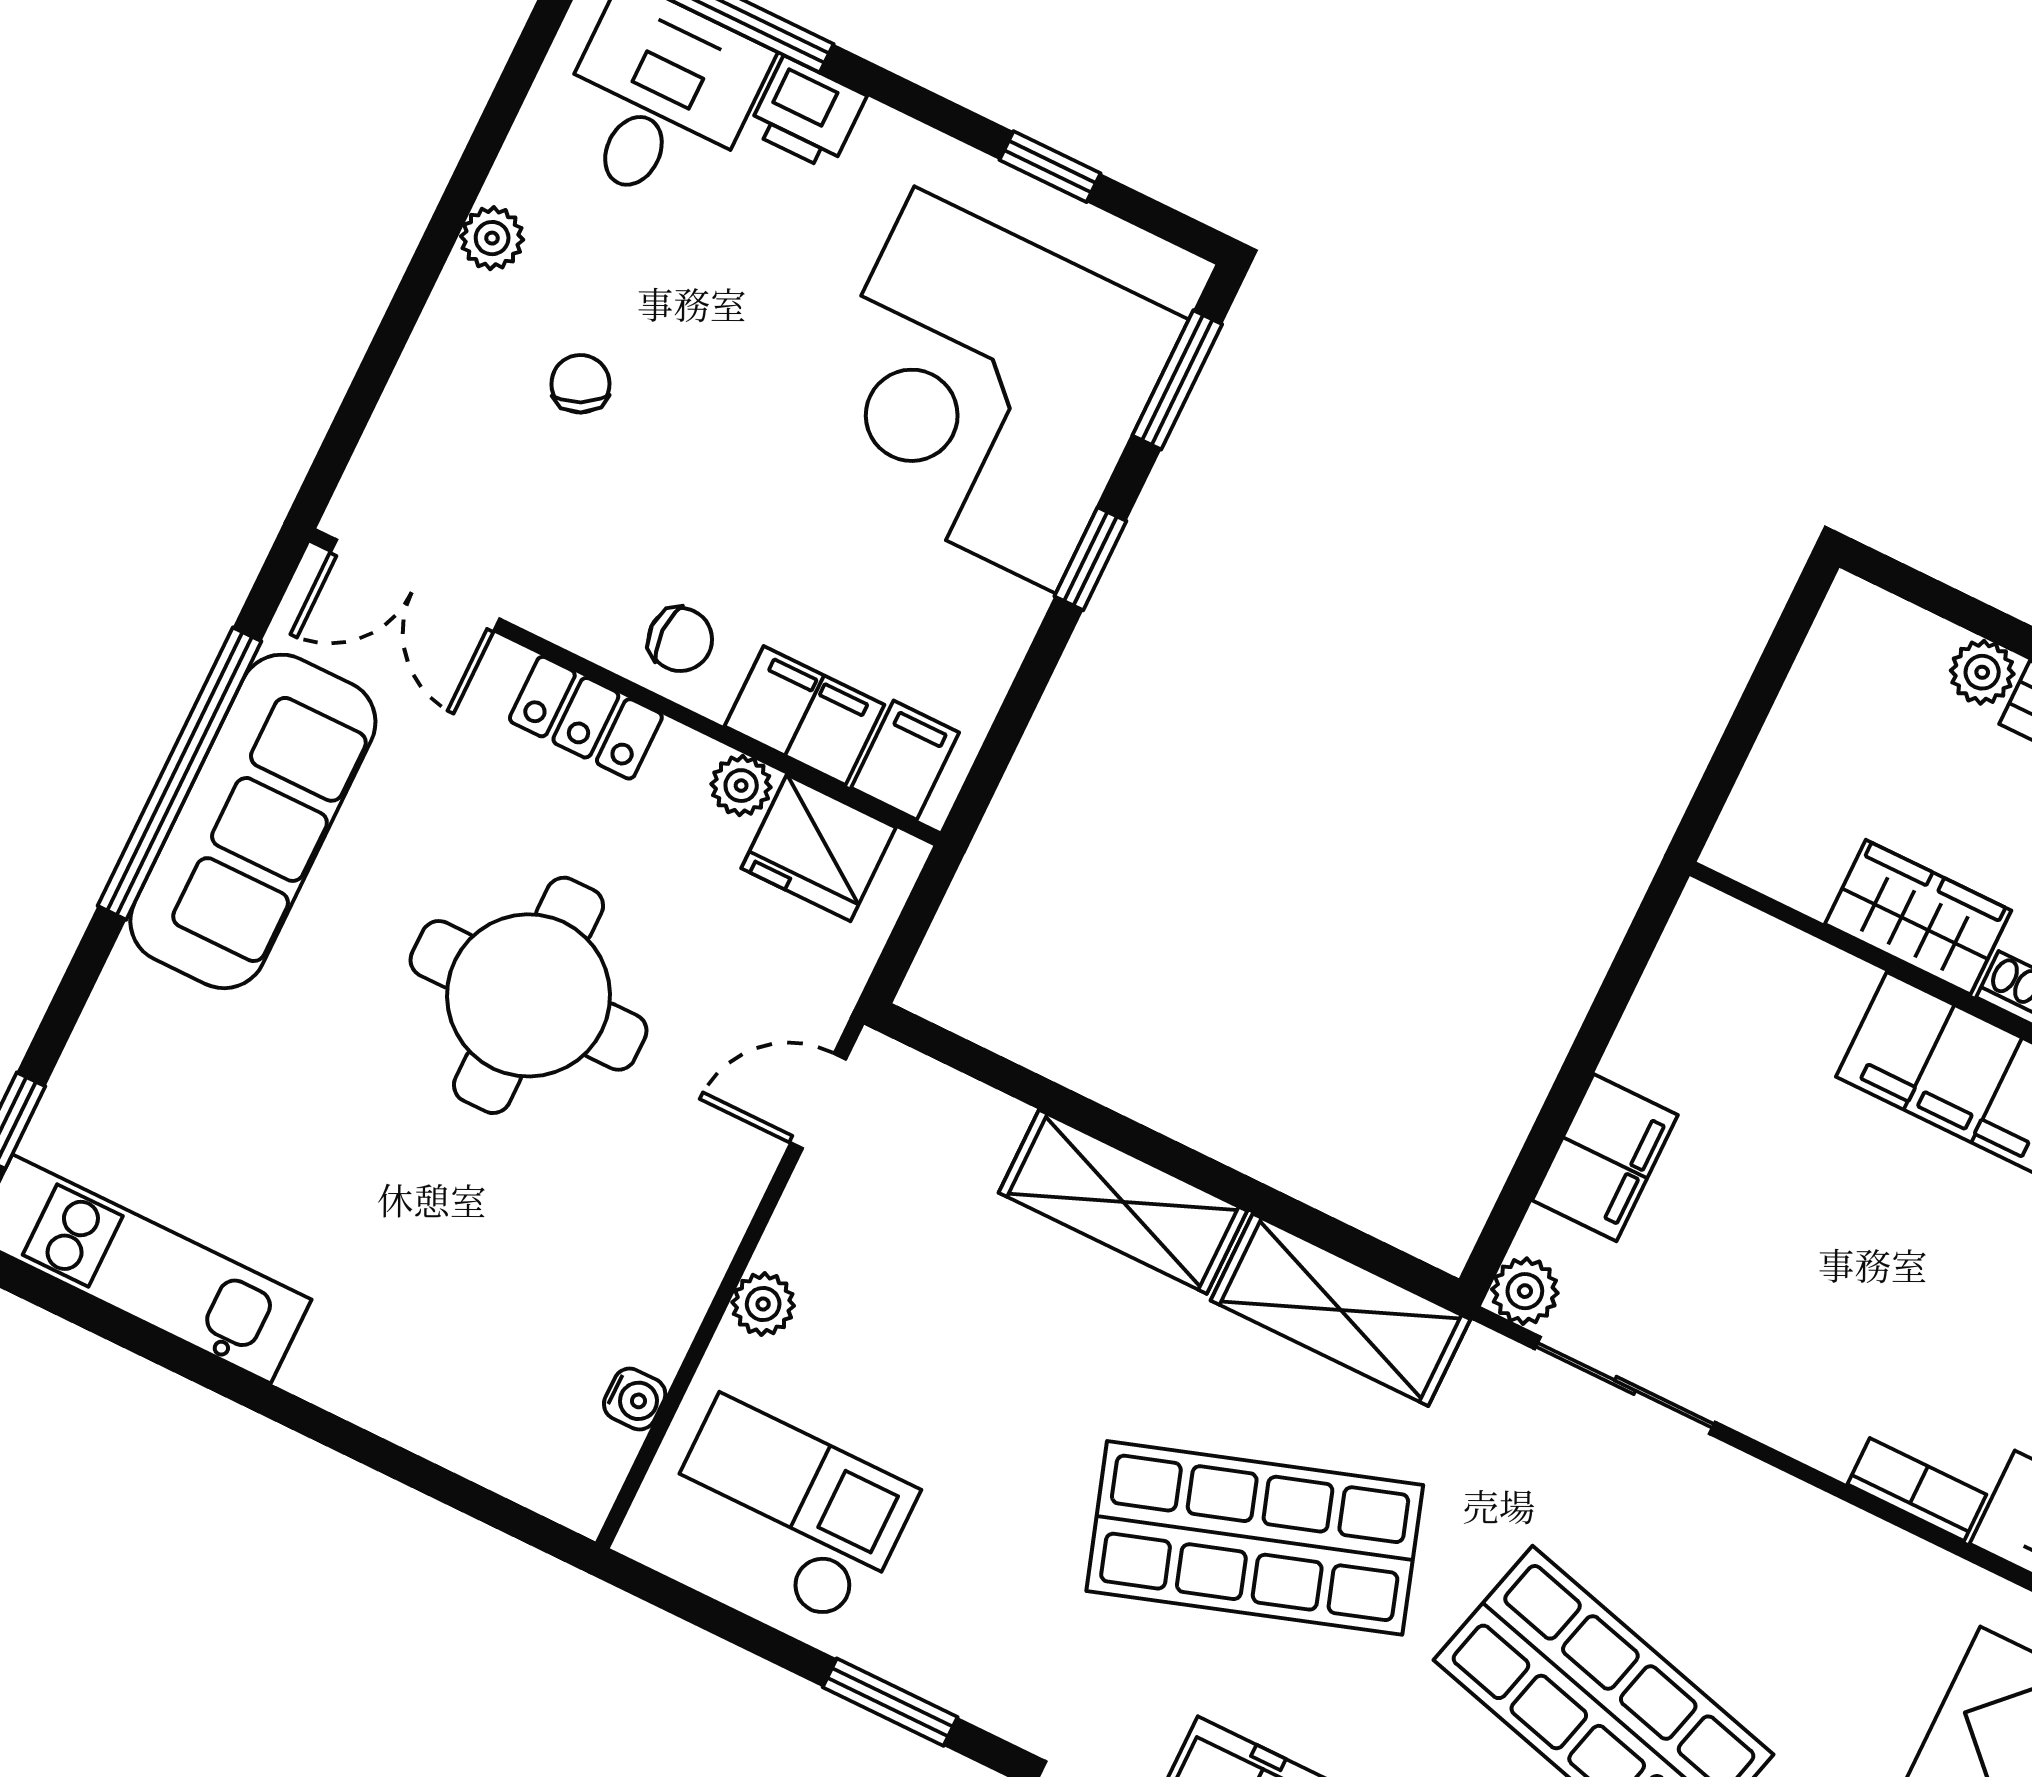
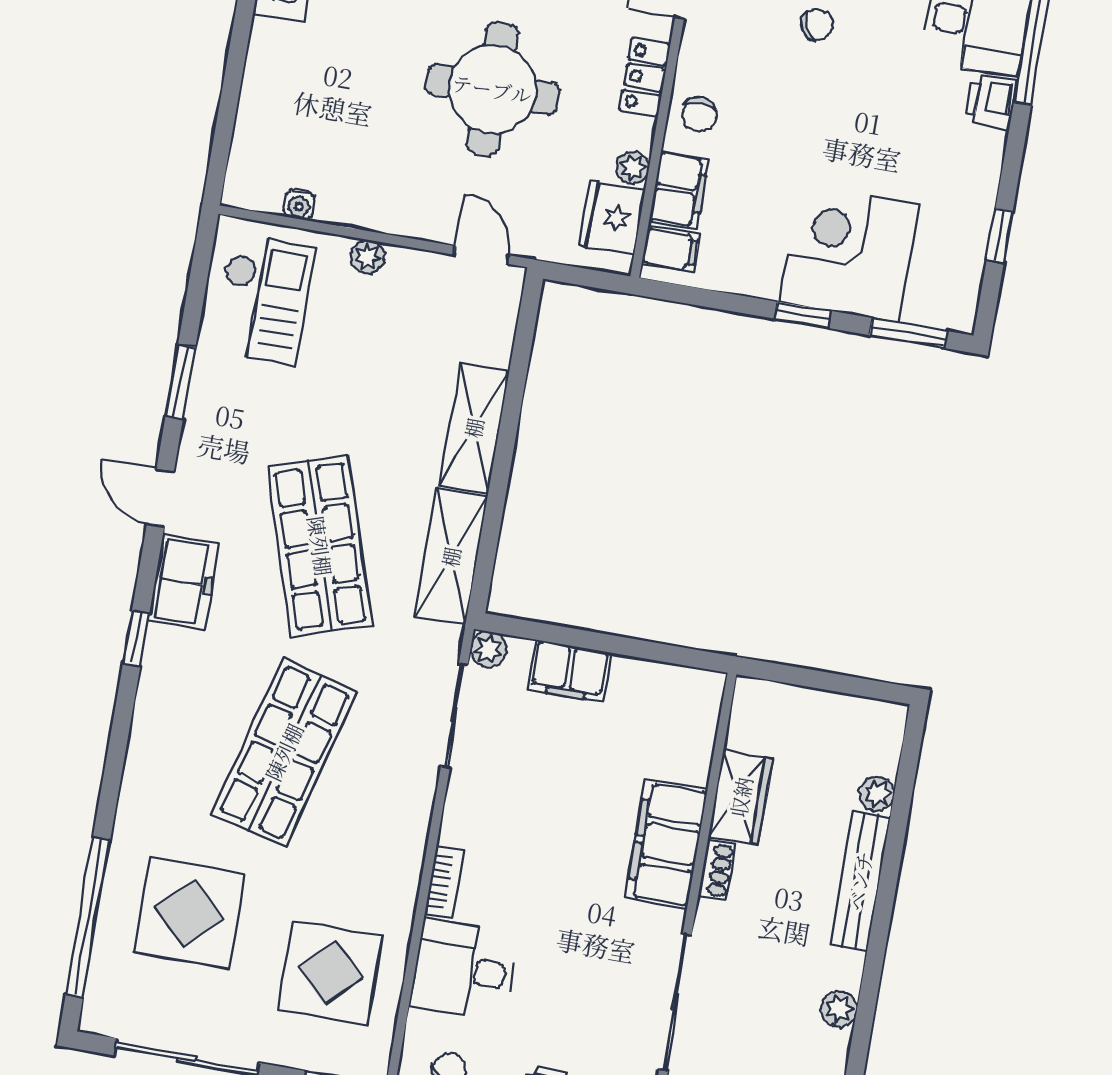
corner desk: (985, 390) -> (849, 253), width x0.74, depth x0.74

